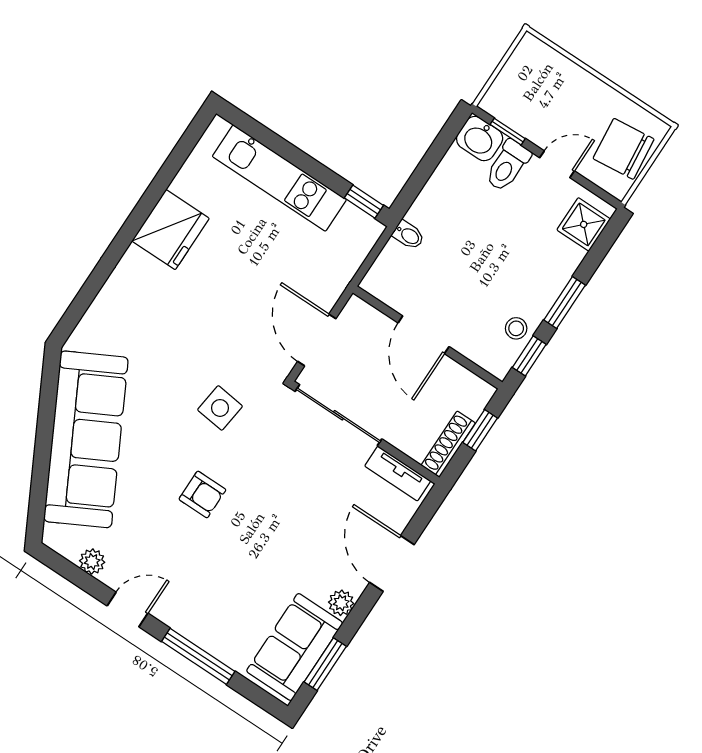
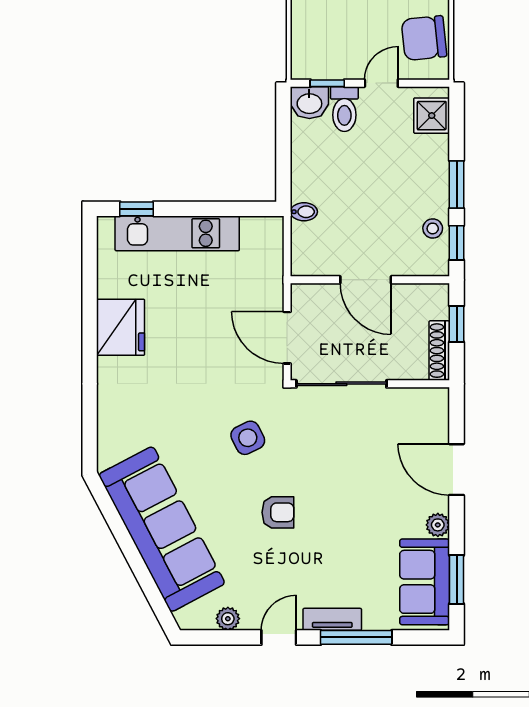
window: (364, 202) -> (137, 209), moved
side table: (220, 408) -> (248, 438), turned -33
tv unit: (398, 473) -> (332, 619), moved, turned 180

